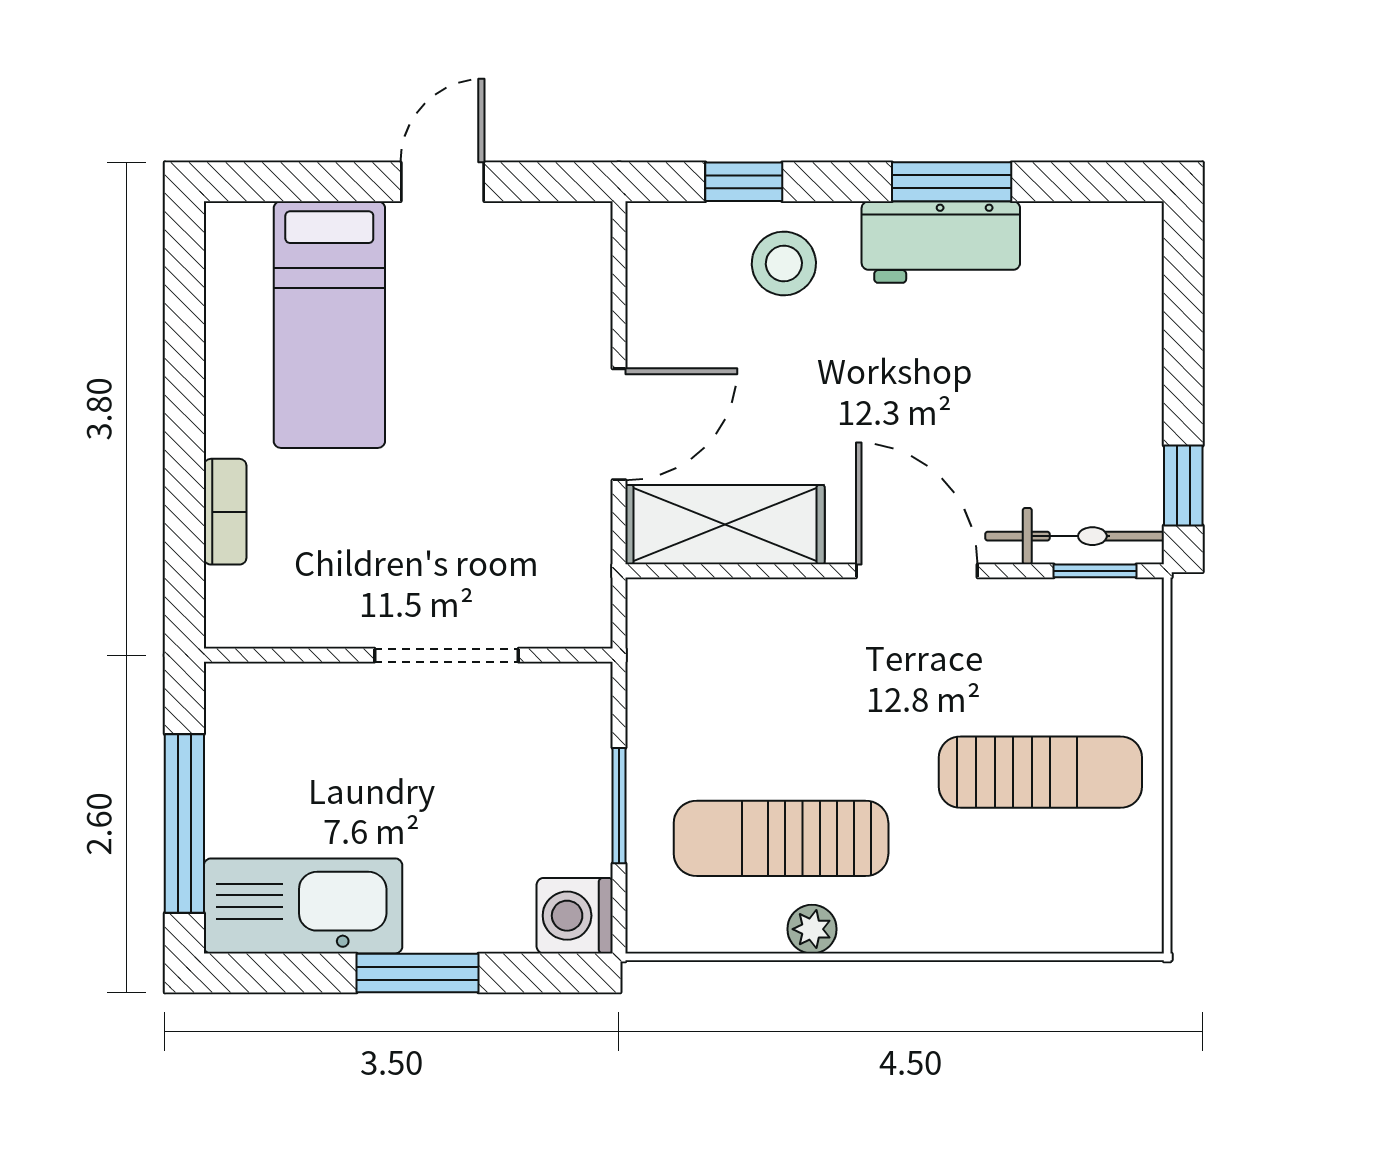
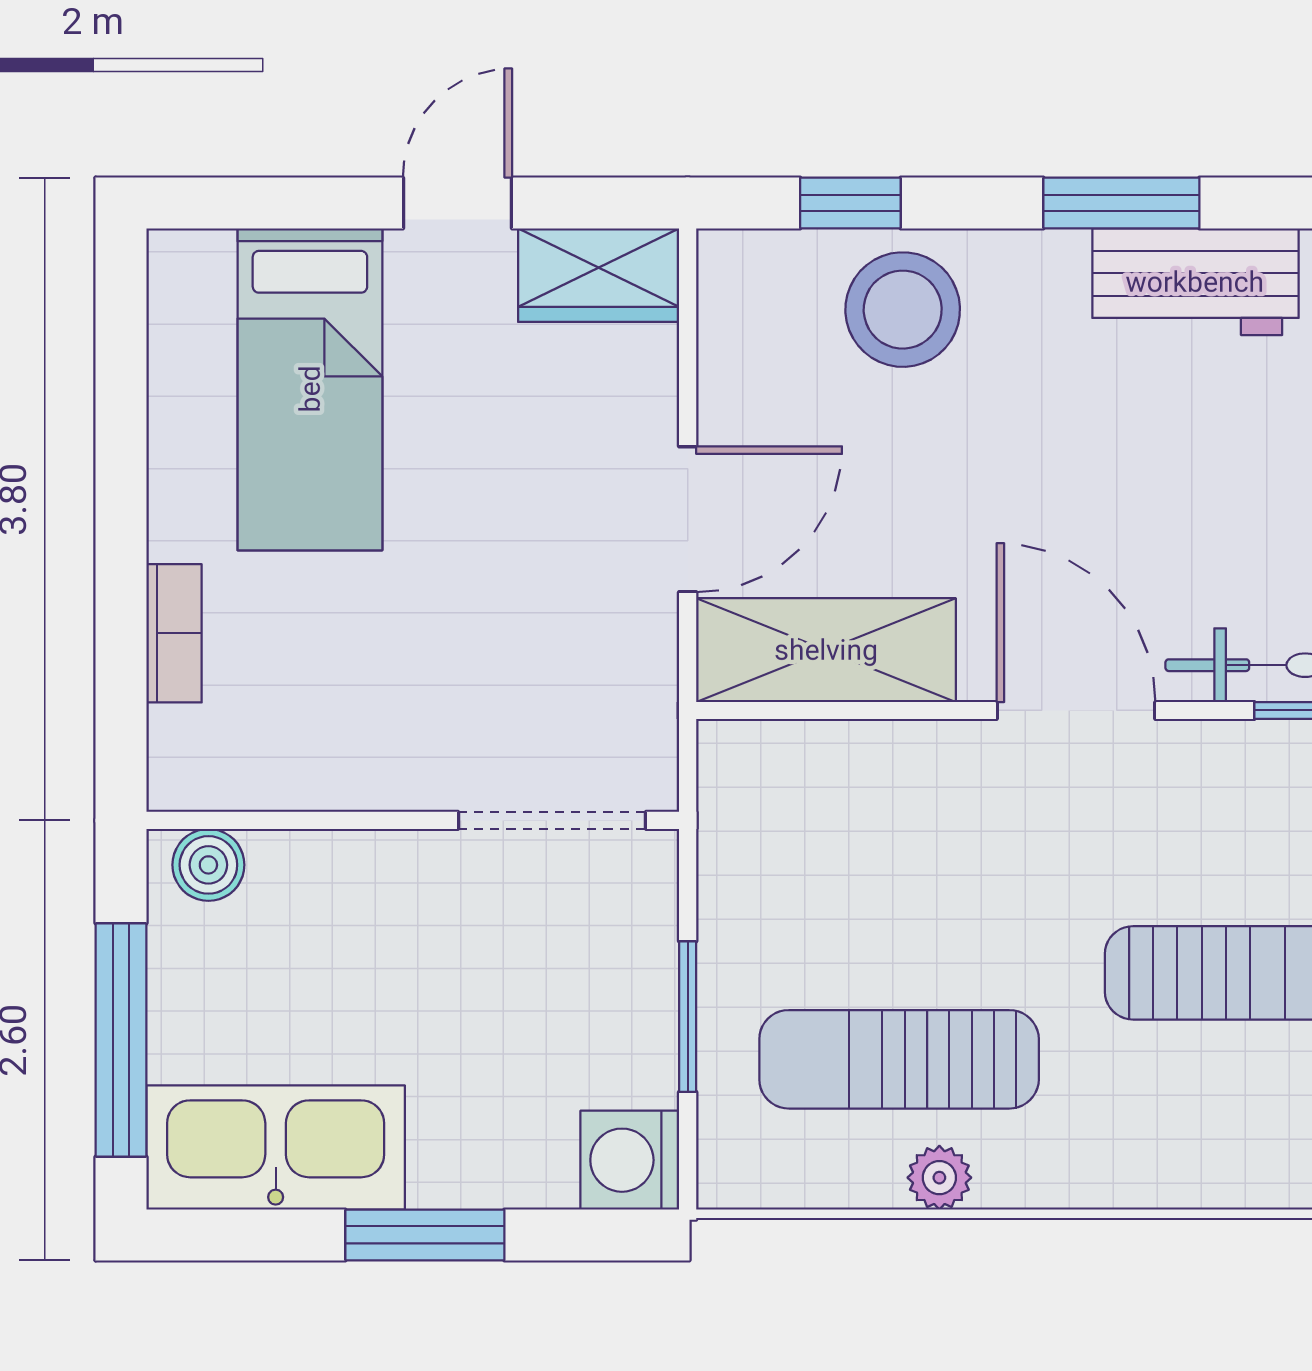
wardrobe: (551, 237) -> (599, 275), added
workbench: (941, 242) -> (1195, 282), moved
stool: (784, 263) -> (903, 310), width x1.38, depth x1.38
doorway: (446, 655) -> (552, 820), moved
boiler: (251, 689) -> (208, 865), added

